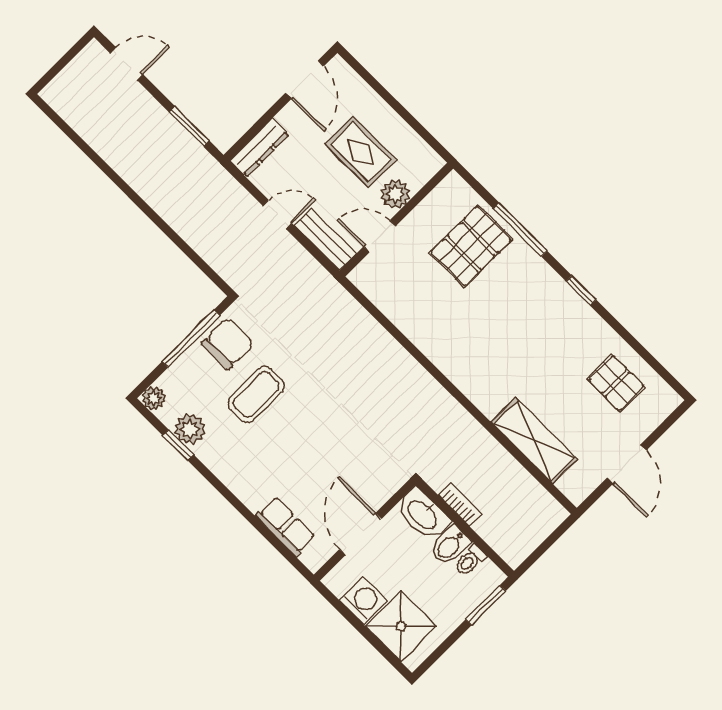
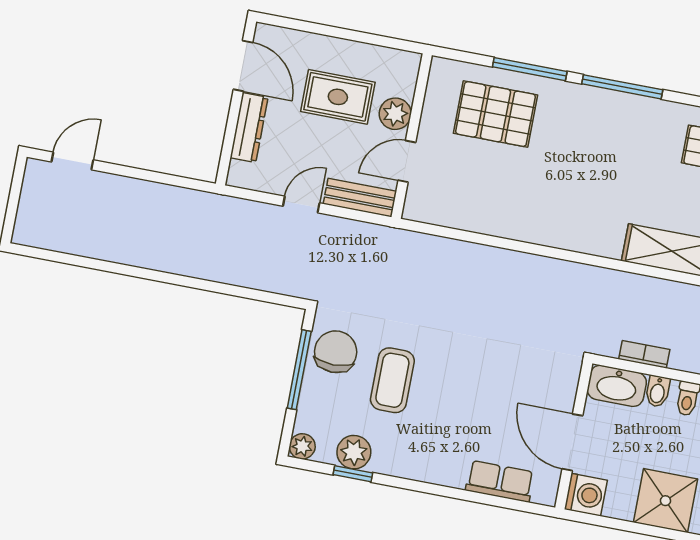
window: (189, 126) -> (168, 179), removed
dresser: (259, 148) -> (249, 128), moved
pallet: (471, 246) -> (495, 114), turned 90
window: (581, 291) -> (622, 87), width x2.17
bidet: (450, 545) -> (658, 391), width x0.72, depth x0.74
washing machine: (364, 601) -> (586, 495), moved, turned 90

